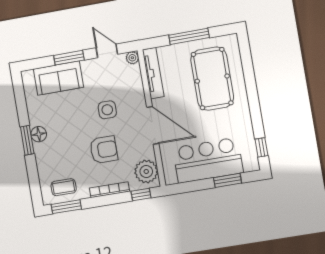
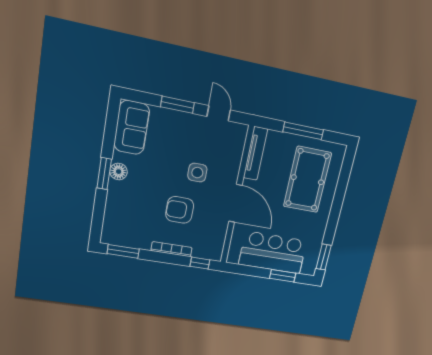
plant: (132, 58) -> (241, 130), removed
sofa: (58, 78) -> (132, 127), moved, turned -90
window: (261, 147) -> (324, 257), width x1.50
armchair: (104, 150) -> (180, 210), turned 180
plant: (146, 171) -> (213, 244), removed
coffee table: (64, 187) -> (127, 232), removed

